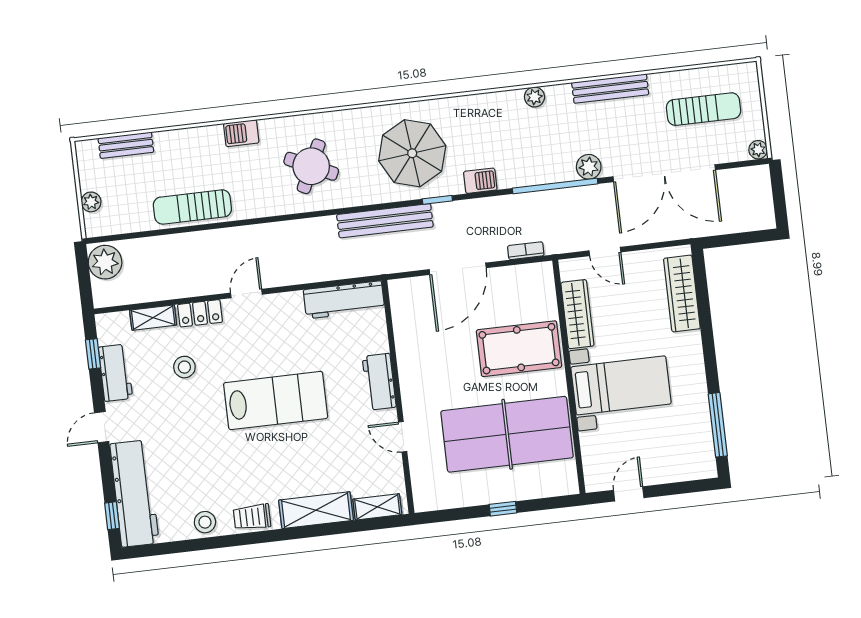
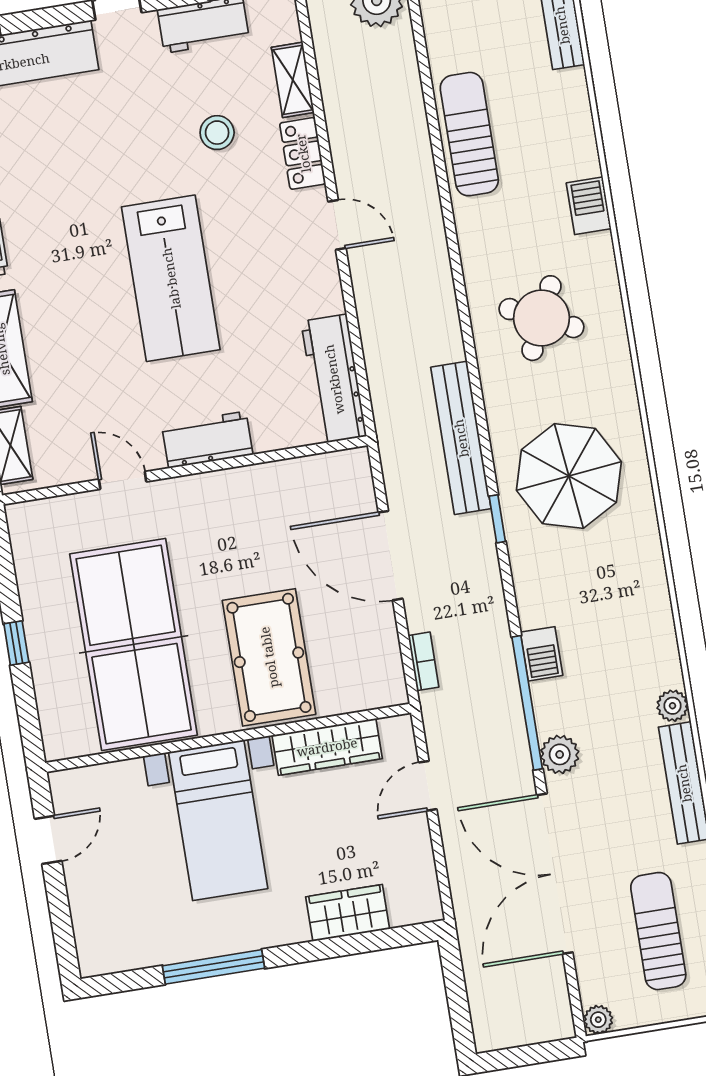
plant: (534, 97) -> (673, 706), moved
sun lounger: (703, 109) -> (658, 931), turned 180
barbecue: (480, 181) -> (541, 654), moved
wardrobe: (682, 293) -> (348, 913), width x0.67
window: (718, 425) -> (213, 967), moved
door: (403, 437) -> (123, 480), hinge flipped
door: (629, 494) -> (48, 840), hinge flipped

